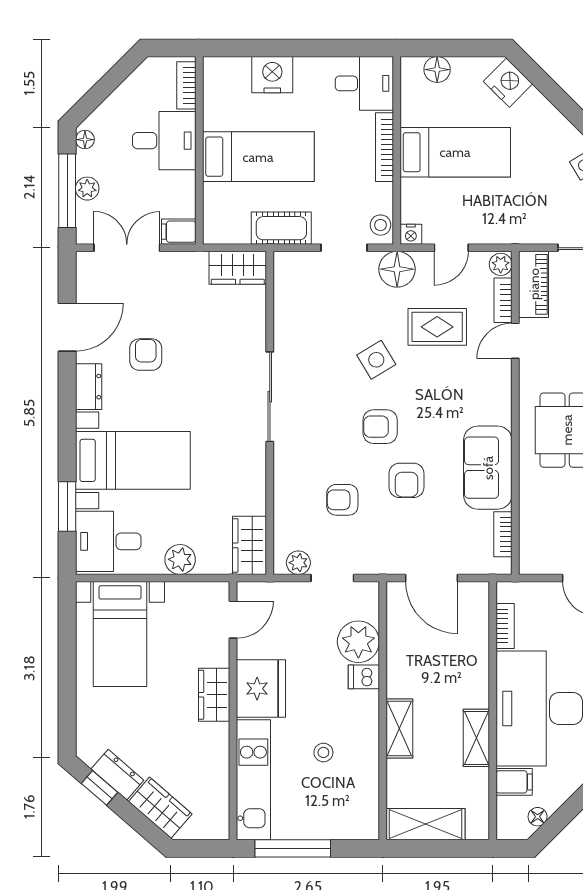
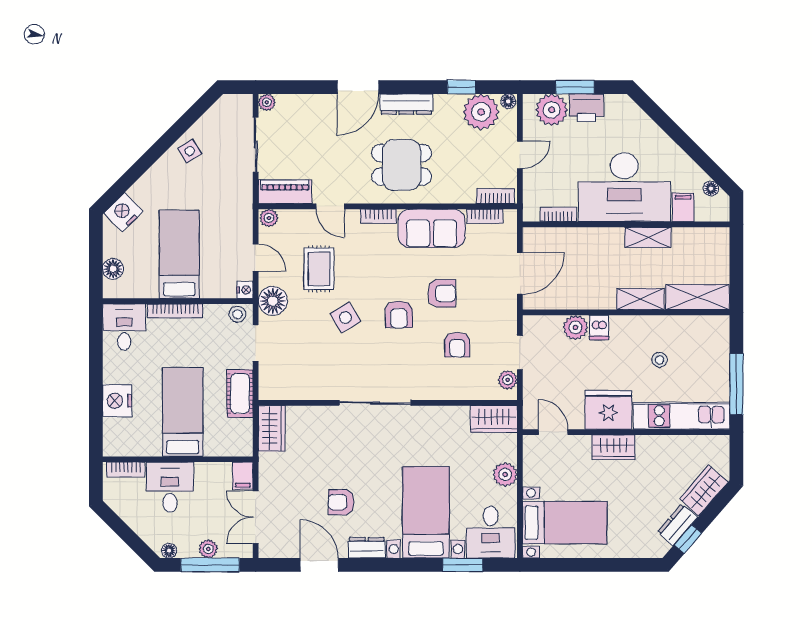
bookcase: (503, 300) -> (378, 216), moved
bookcase: (528, 547) -> (496, 196), added
plant: (358, 642) -> (575, 327), width x0.73, depth x0.73
shelving: (426, 824) -> (697, 297), moved, turned 90

